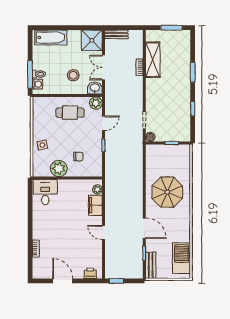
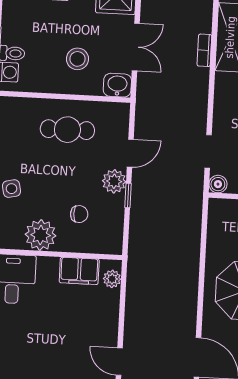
double door: (103, 67) -> (136, 47), swing flipped
plant: (96, 103) -> (114, 181), moved
filing cabinet: (95, 205) -> (79, 271), moved, turned -90

